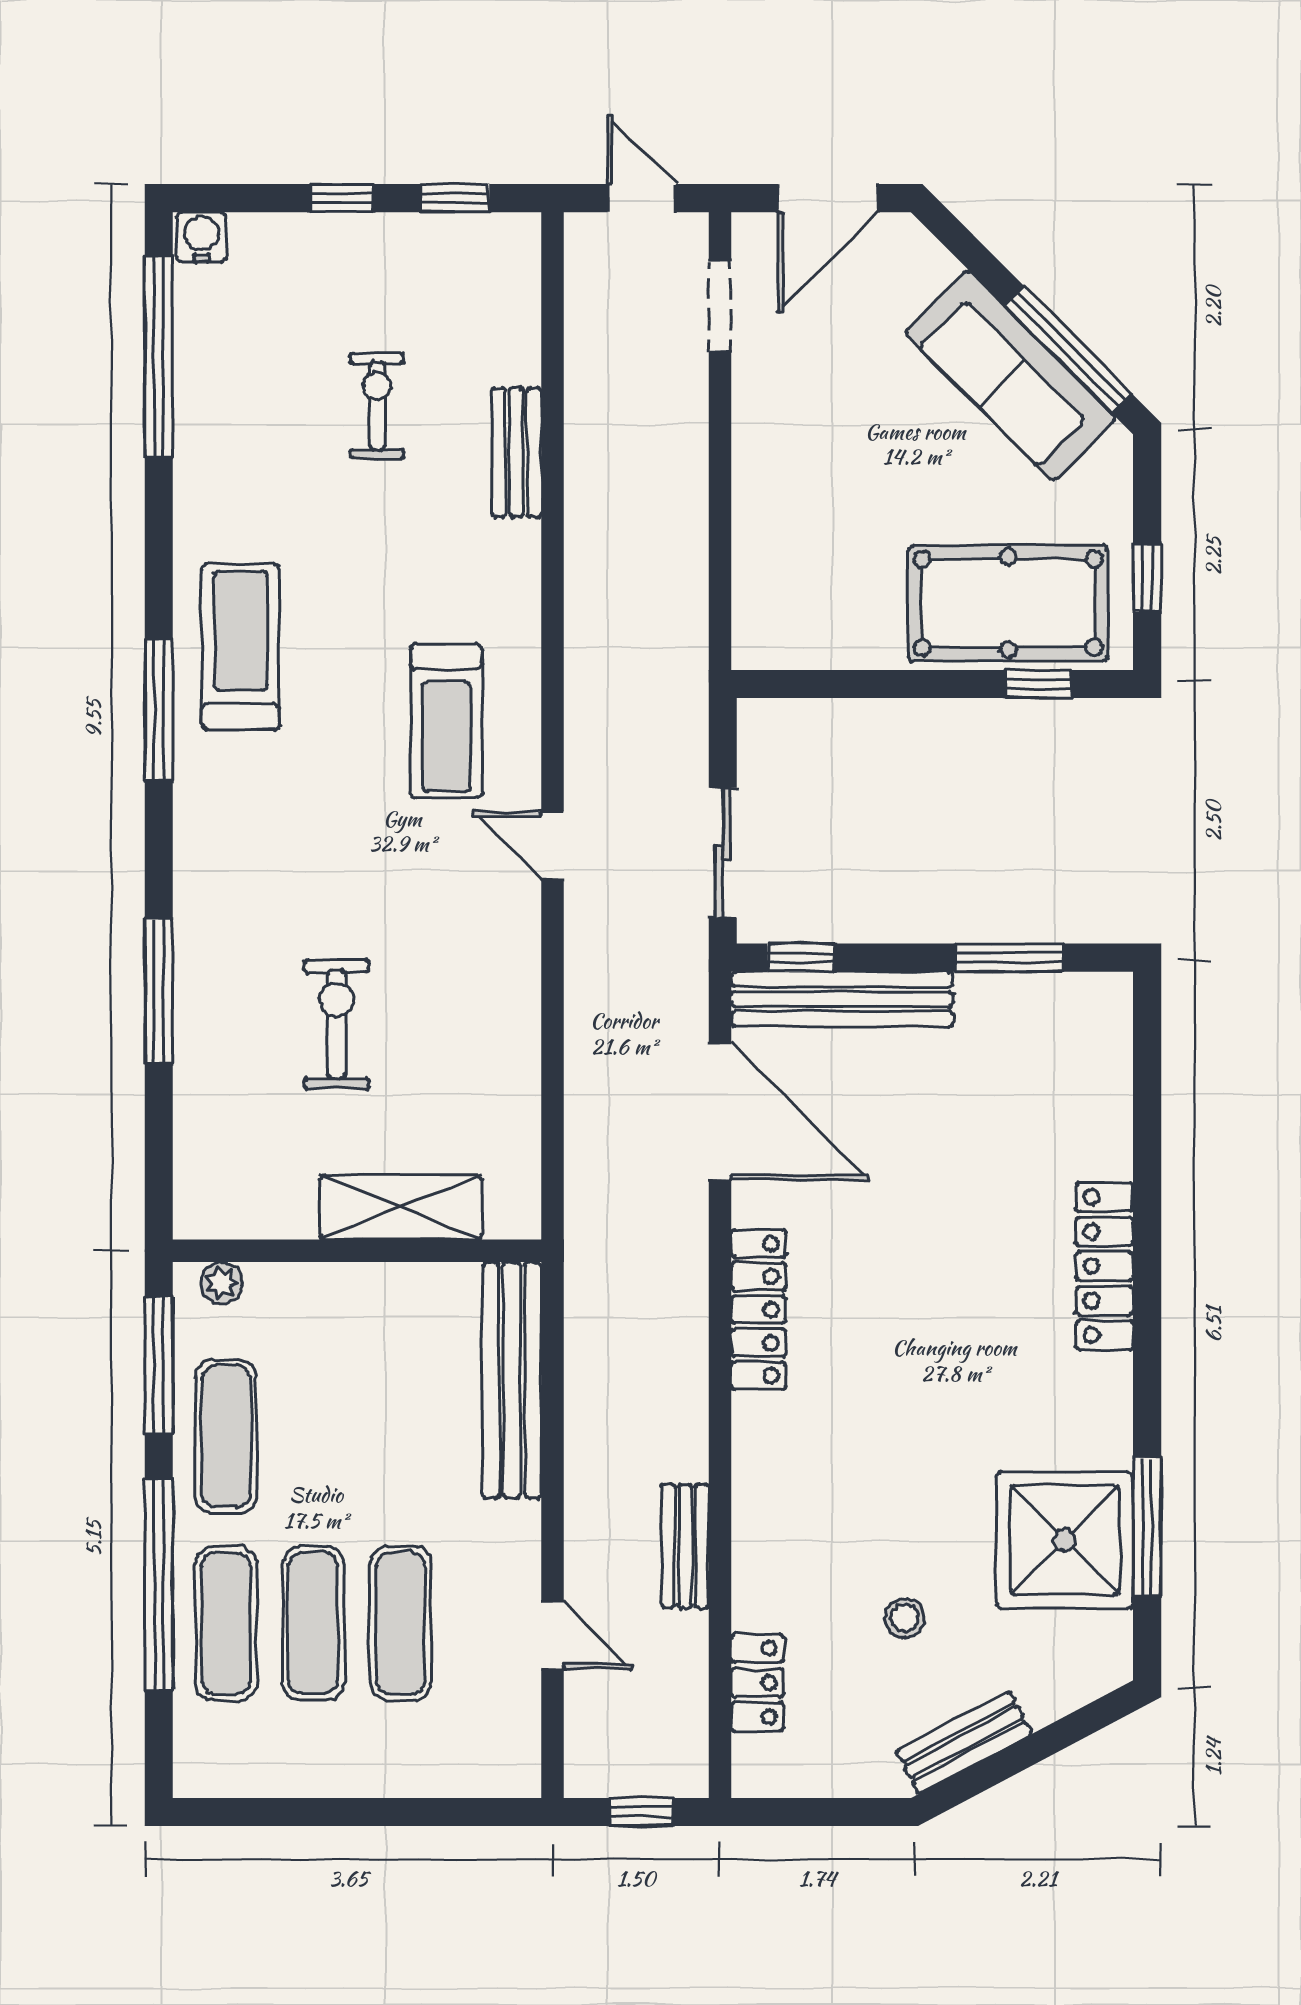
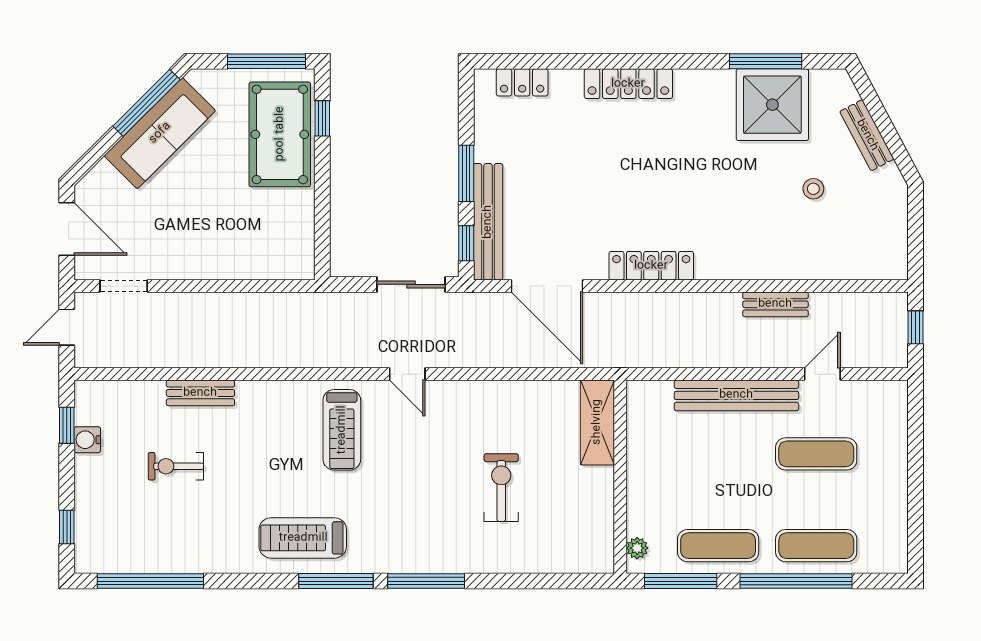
window: (342, 198) -> (67, 527), moved
water cooler: (202, 237) -> (87, 440), moved
window: (1147, 578) -> (266, 61), width x2.17
treadmill: (446, 721) -> (342, 430), turned 90
door: (552, 846) -> (407, 374), hinge flipped
window: (1009, 958) -> (466, 173), moved
window: (159, 991) -> (426, 581), moved
exercise bike: (337, 1024) -> (501, 488), turned 90
door: (720, 1111) -> (547, 286), swing flipped
shelving: (401, 1207) -> (597, 422), moved
bench: (512, 1380) -> (736, 395), moved
exercise mat: (313, 1623) -> (816, 500), removed
locker: (757, 1683) -> (522, 82), moved, turned 180
bench: (964, 1742) -> (867, 135), moved

